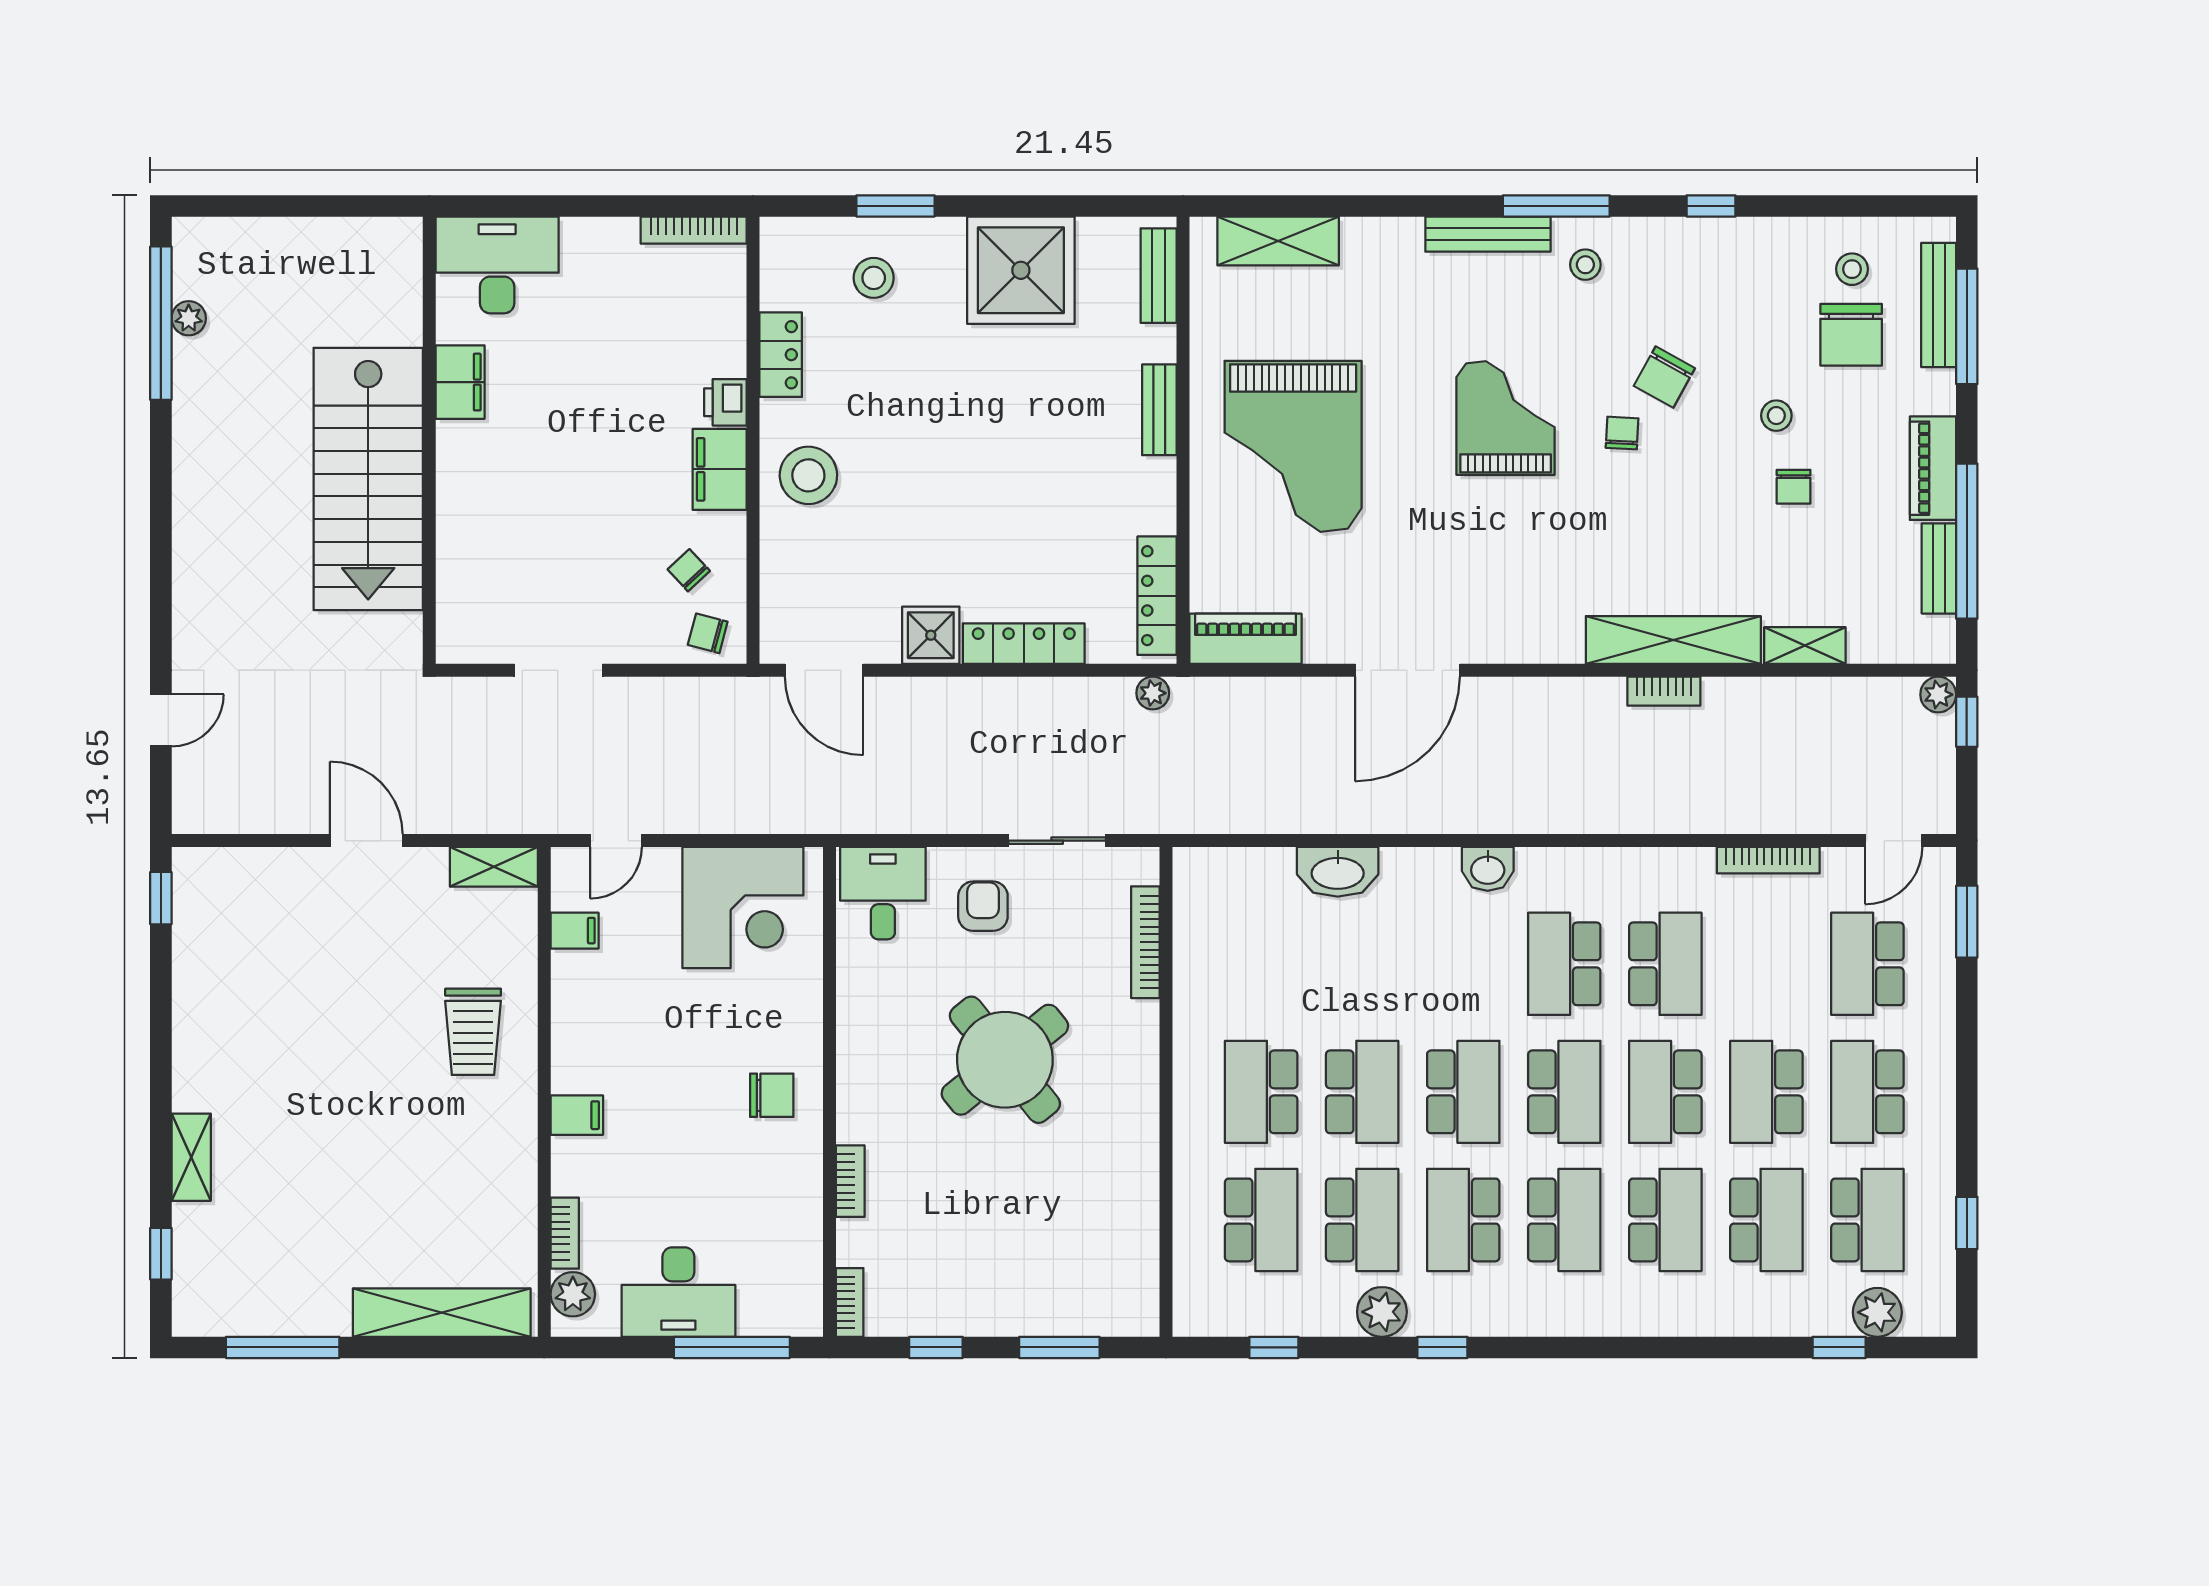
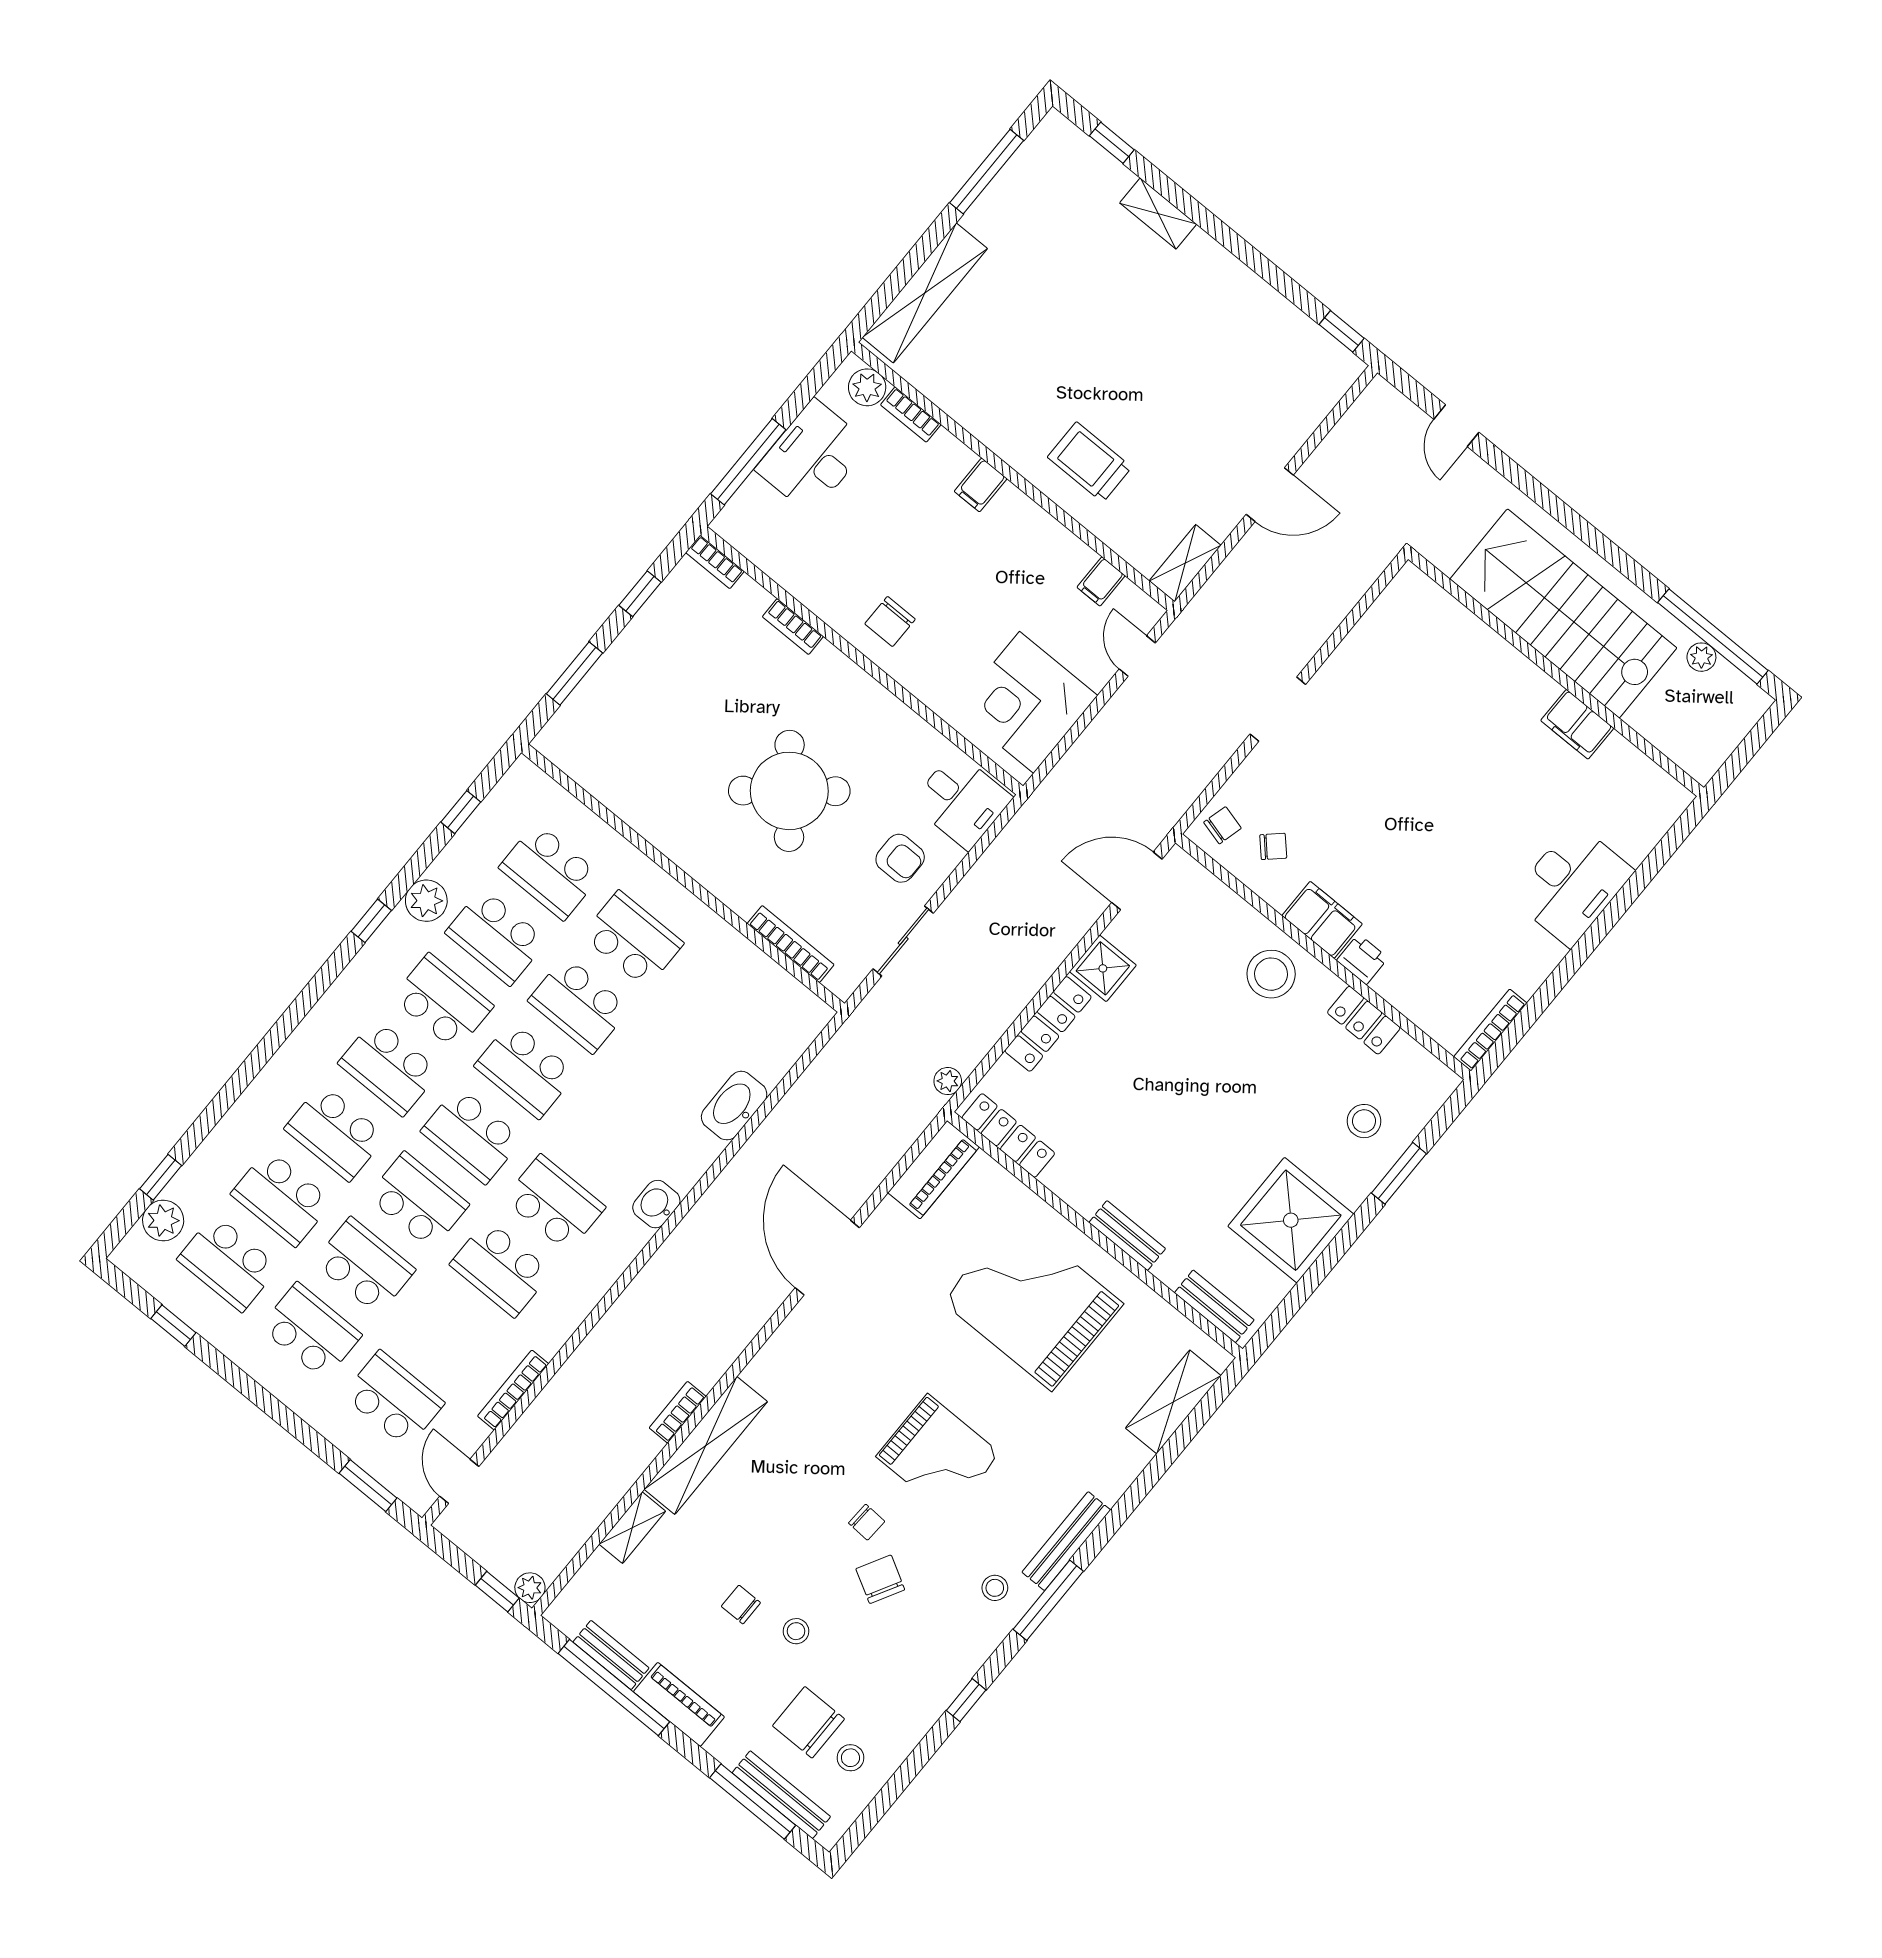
filing cabinet: (460, 382) -> (1577, 724), moved
wall: (429, 440) -> (1556, 673), moved
stairs: (368, 479) -> (1563, 613), moved

